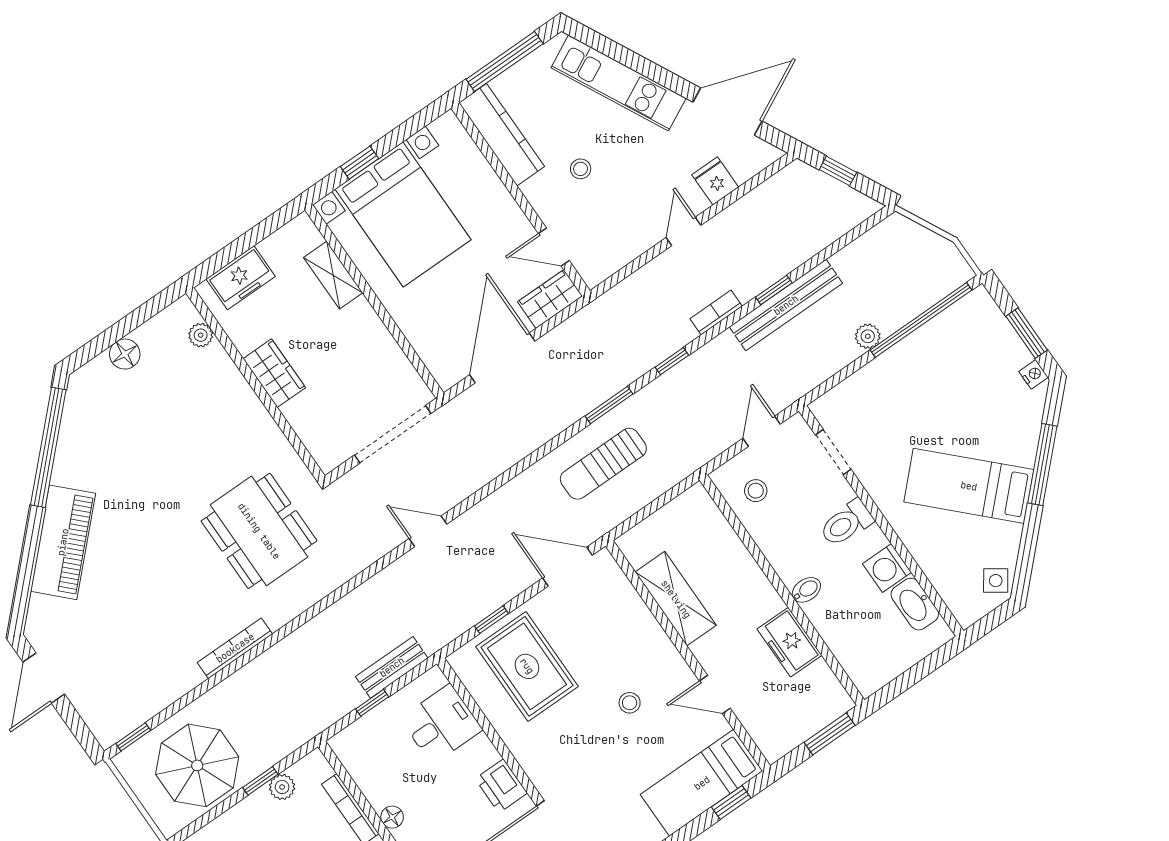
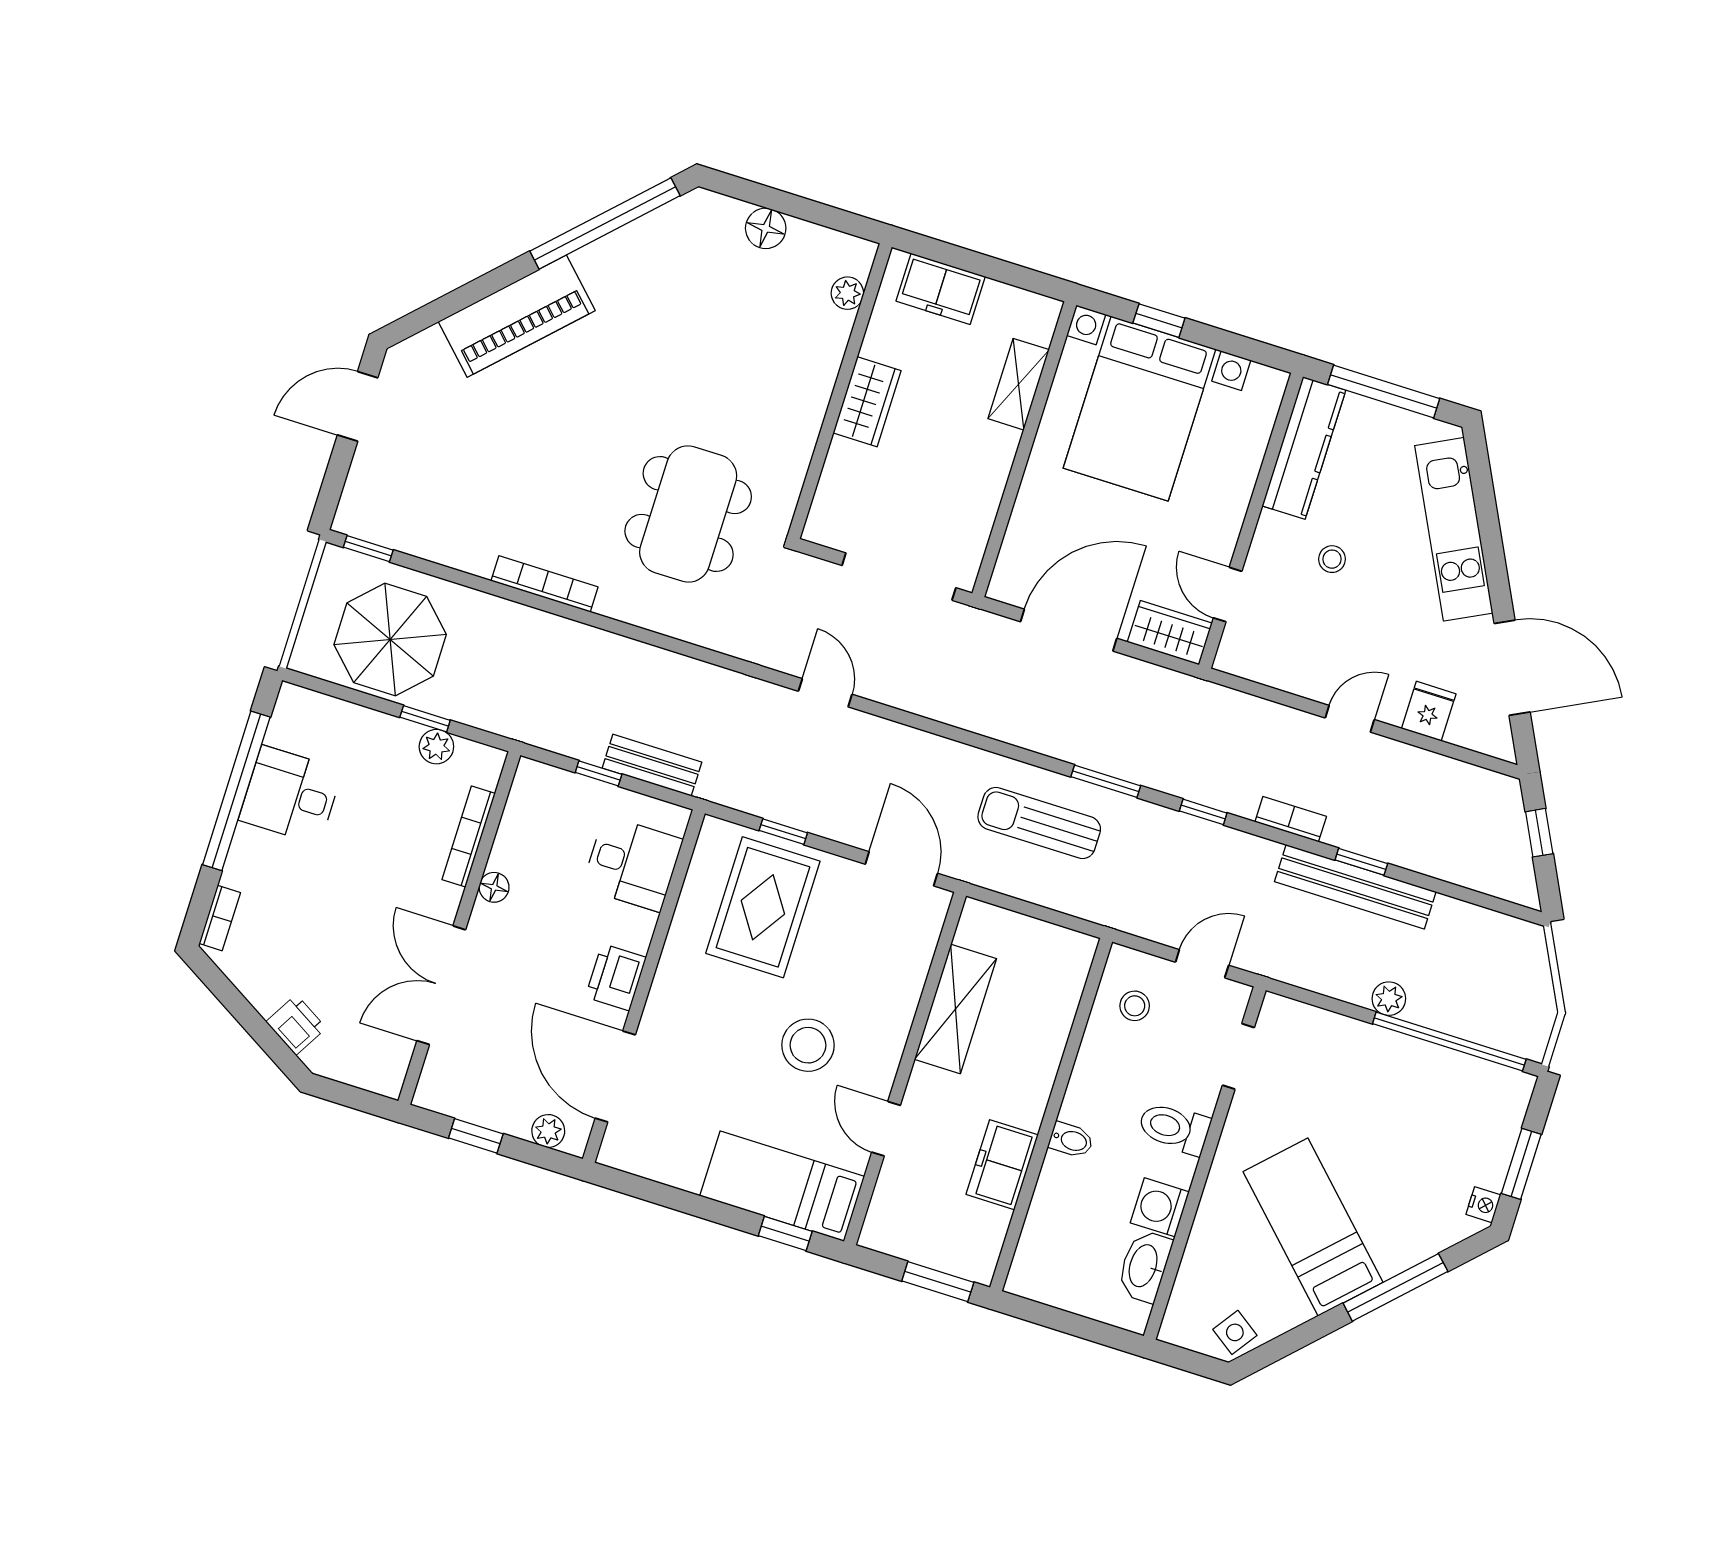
stool: (630, 703) -> (808, 1045), width x1.89, depth x1.89

